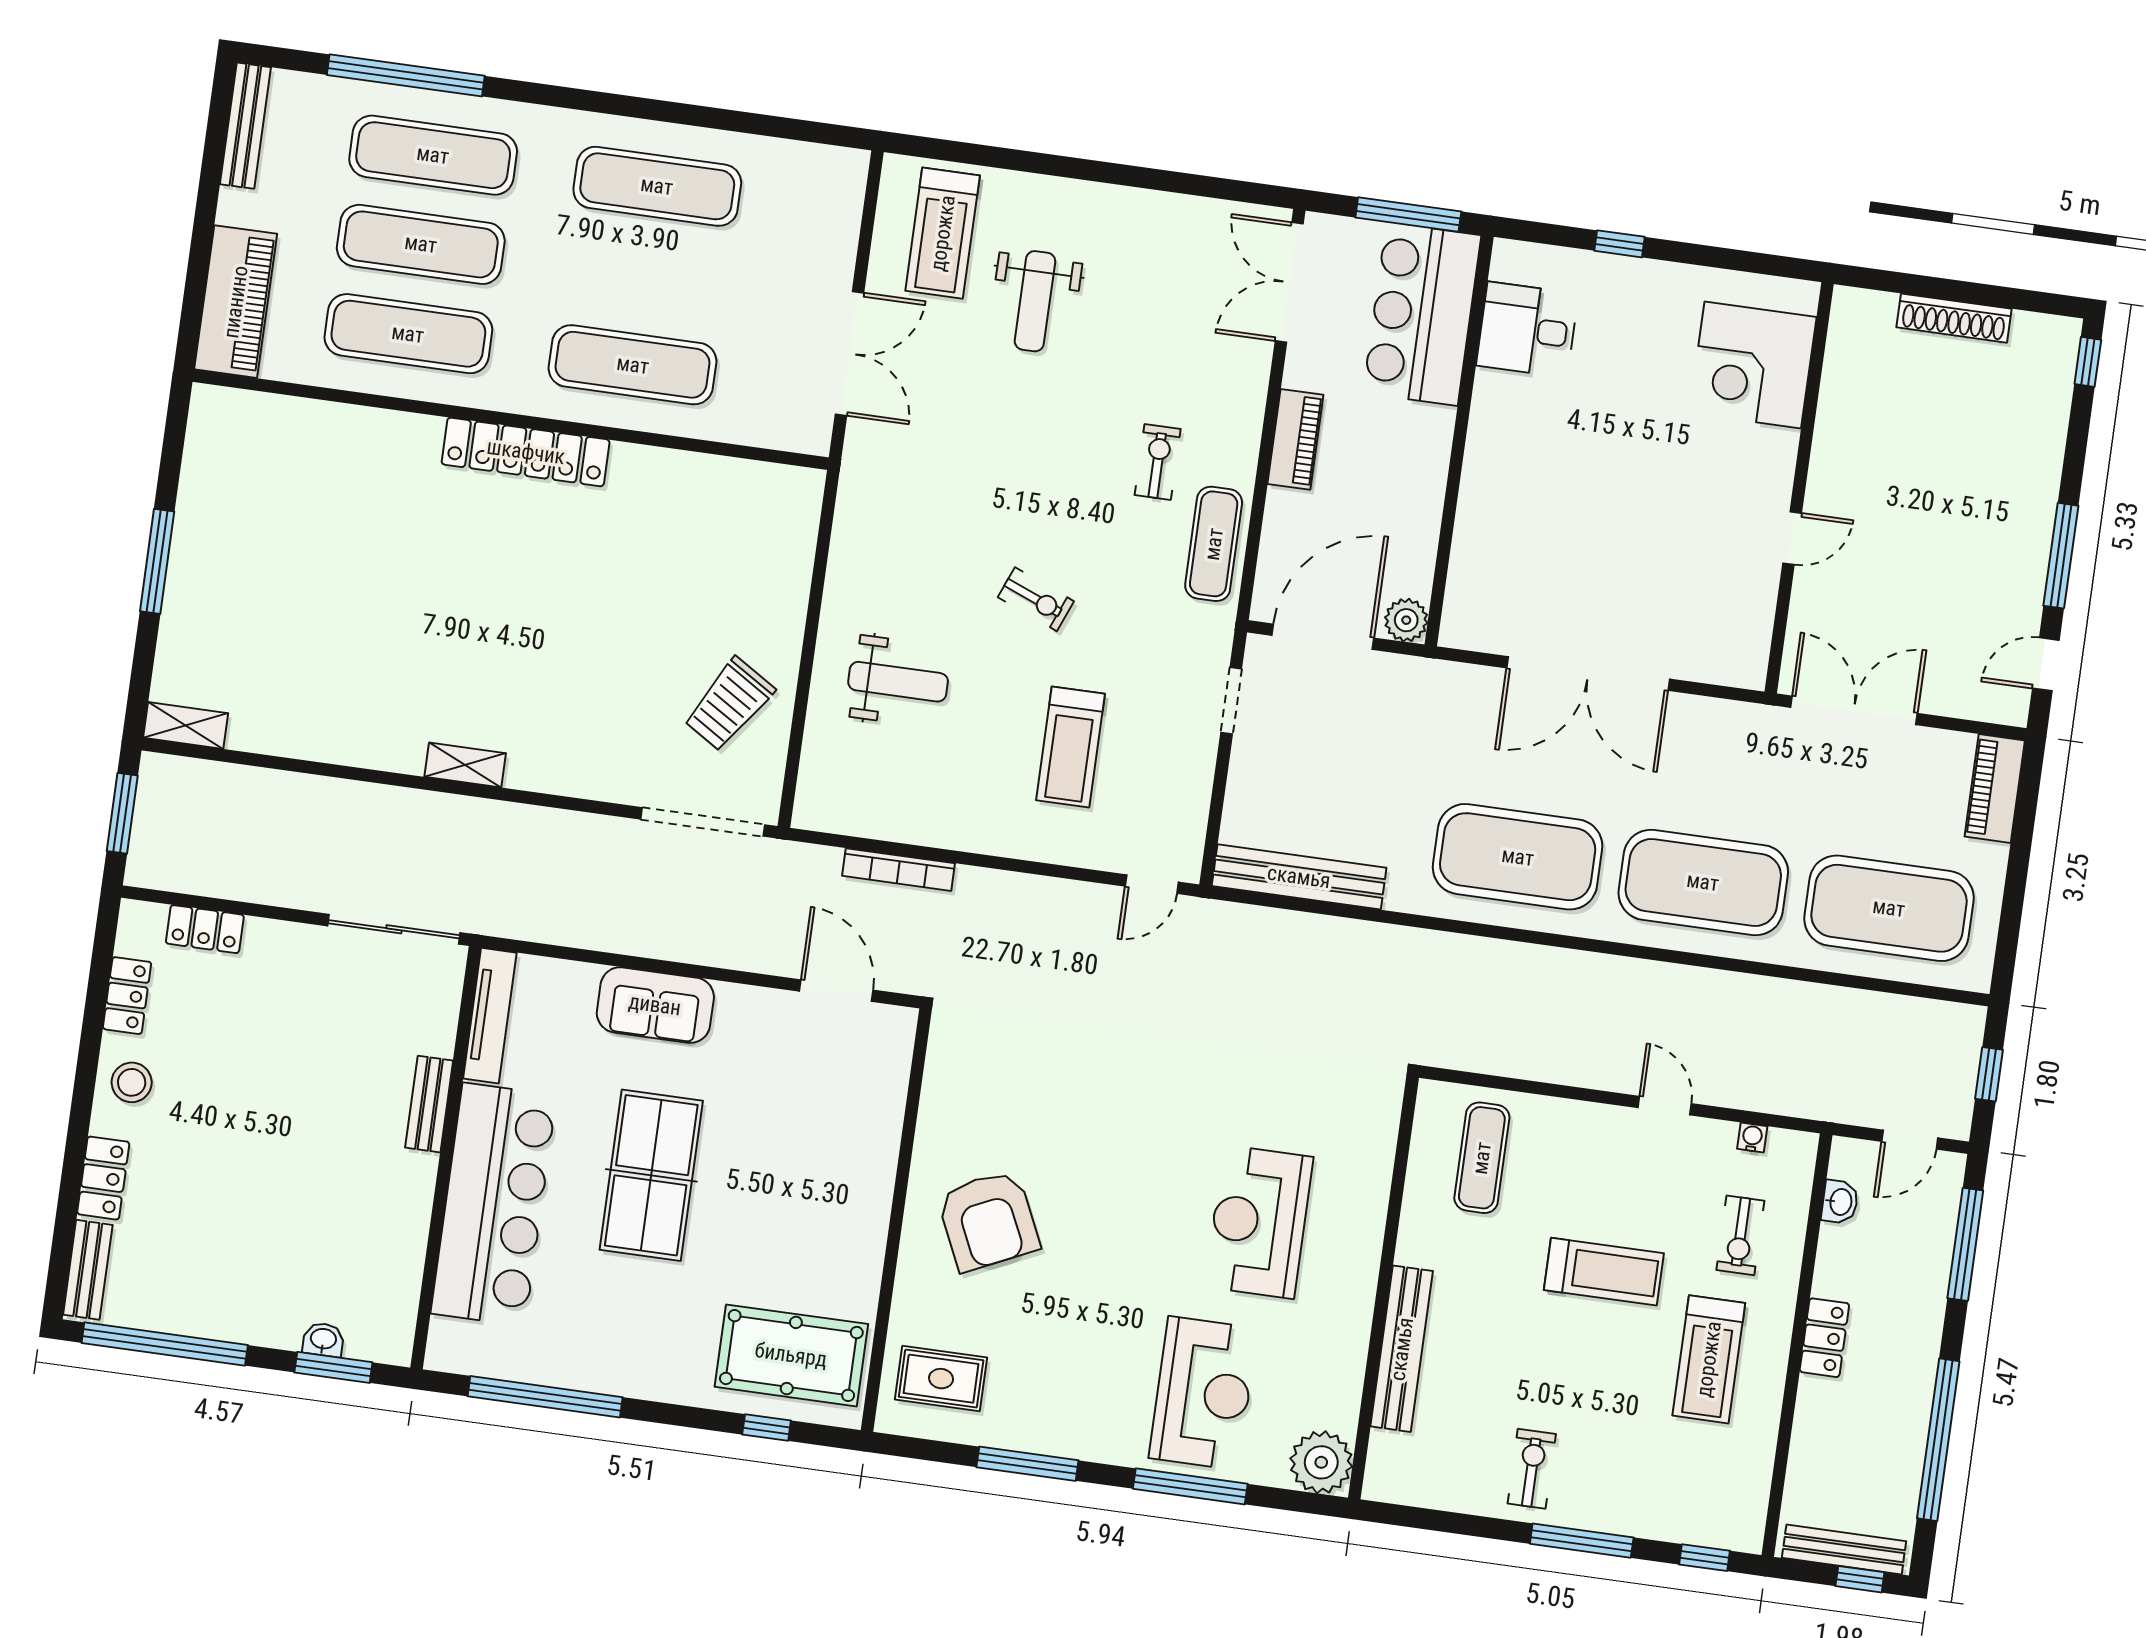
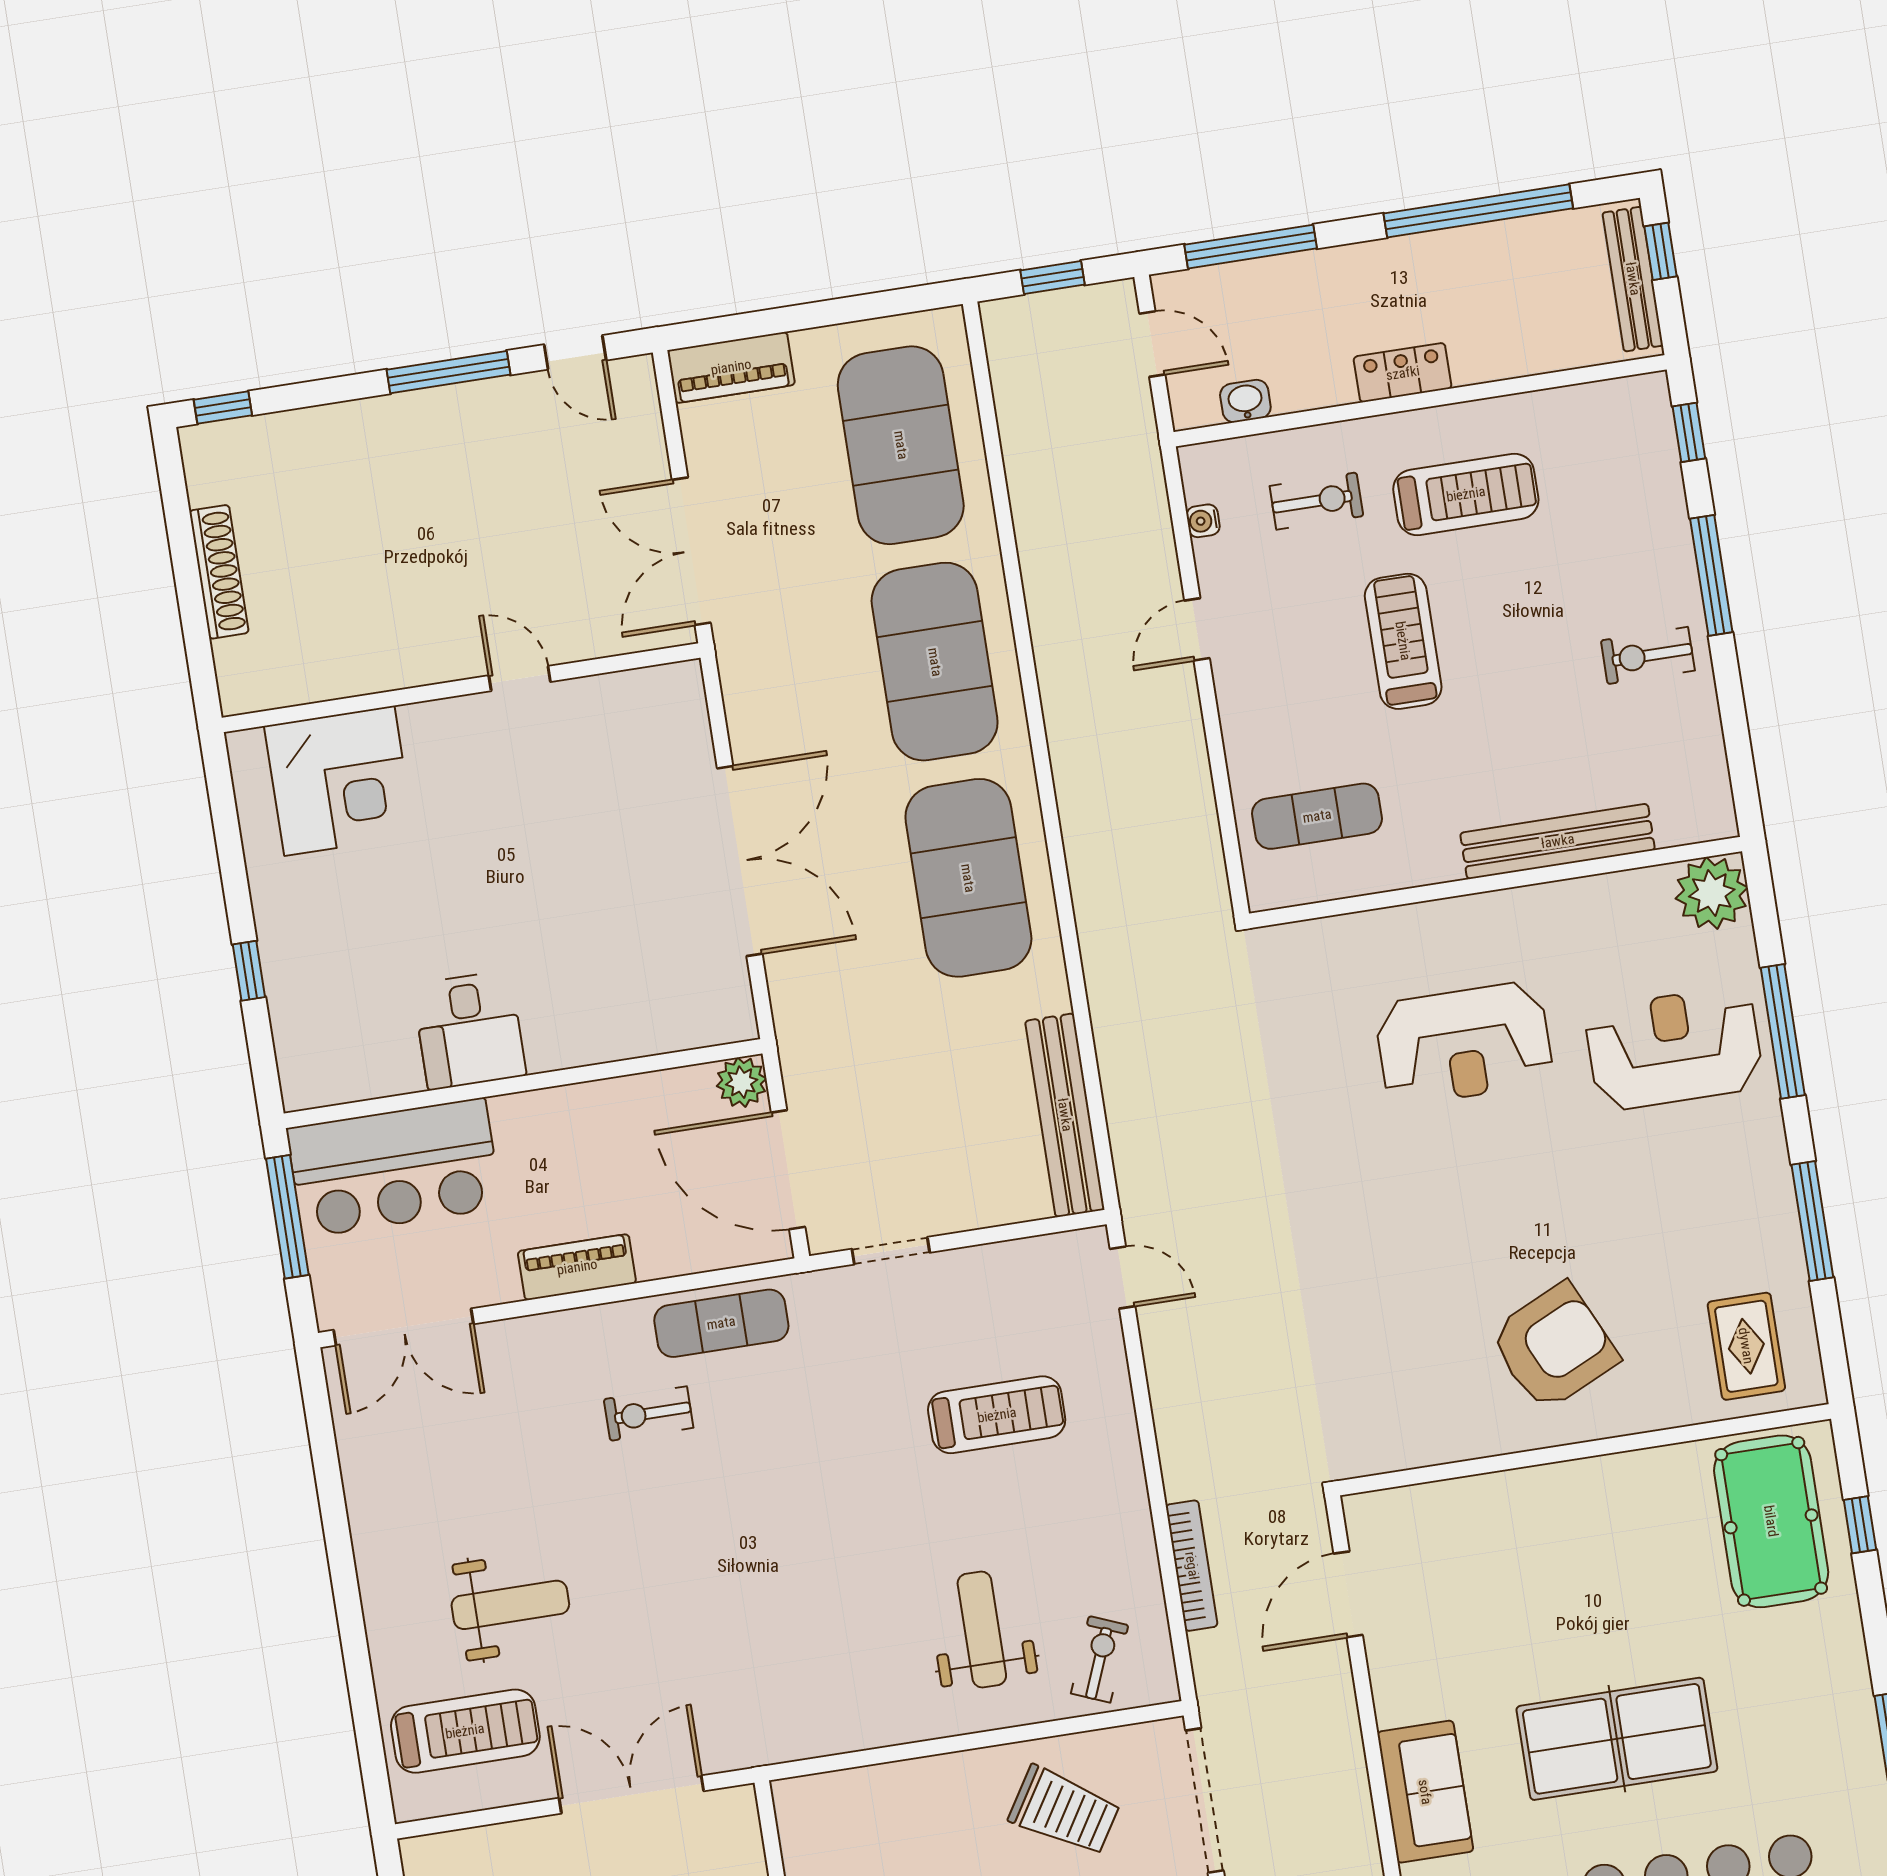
desk: (1527, 330) -> (469, 1030), moved
exercise bike: (1036, 599) -> (1100, 1659), moved

